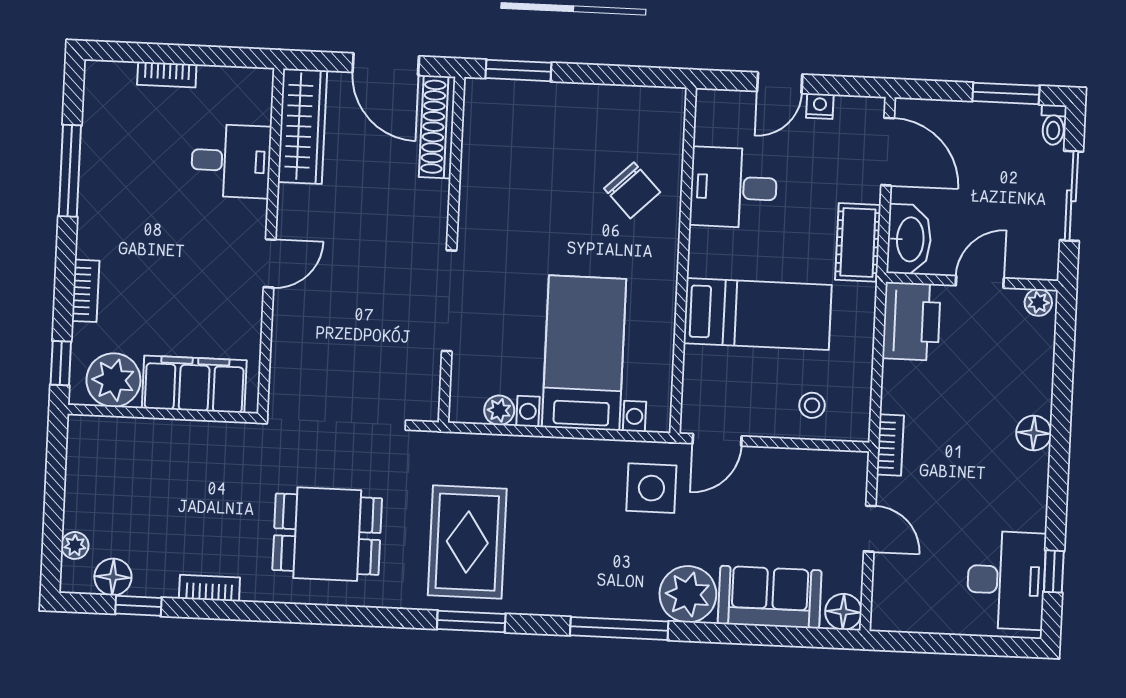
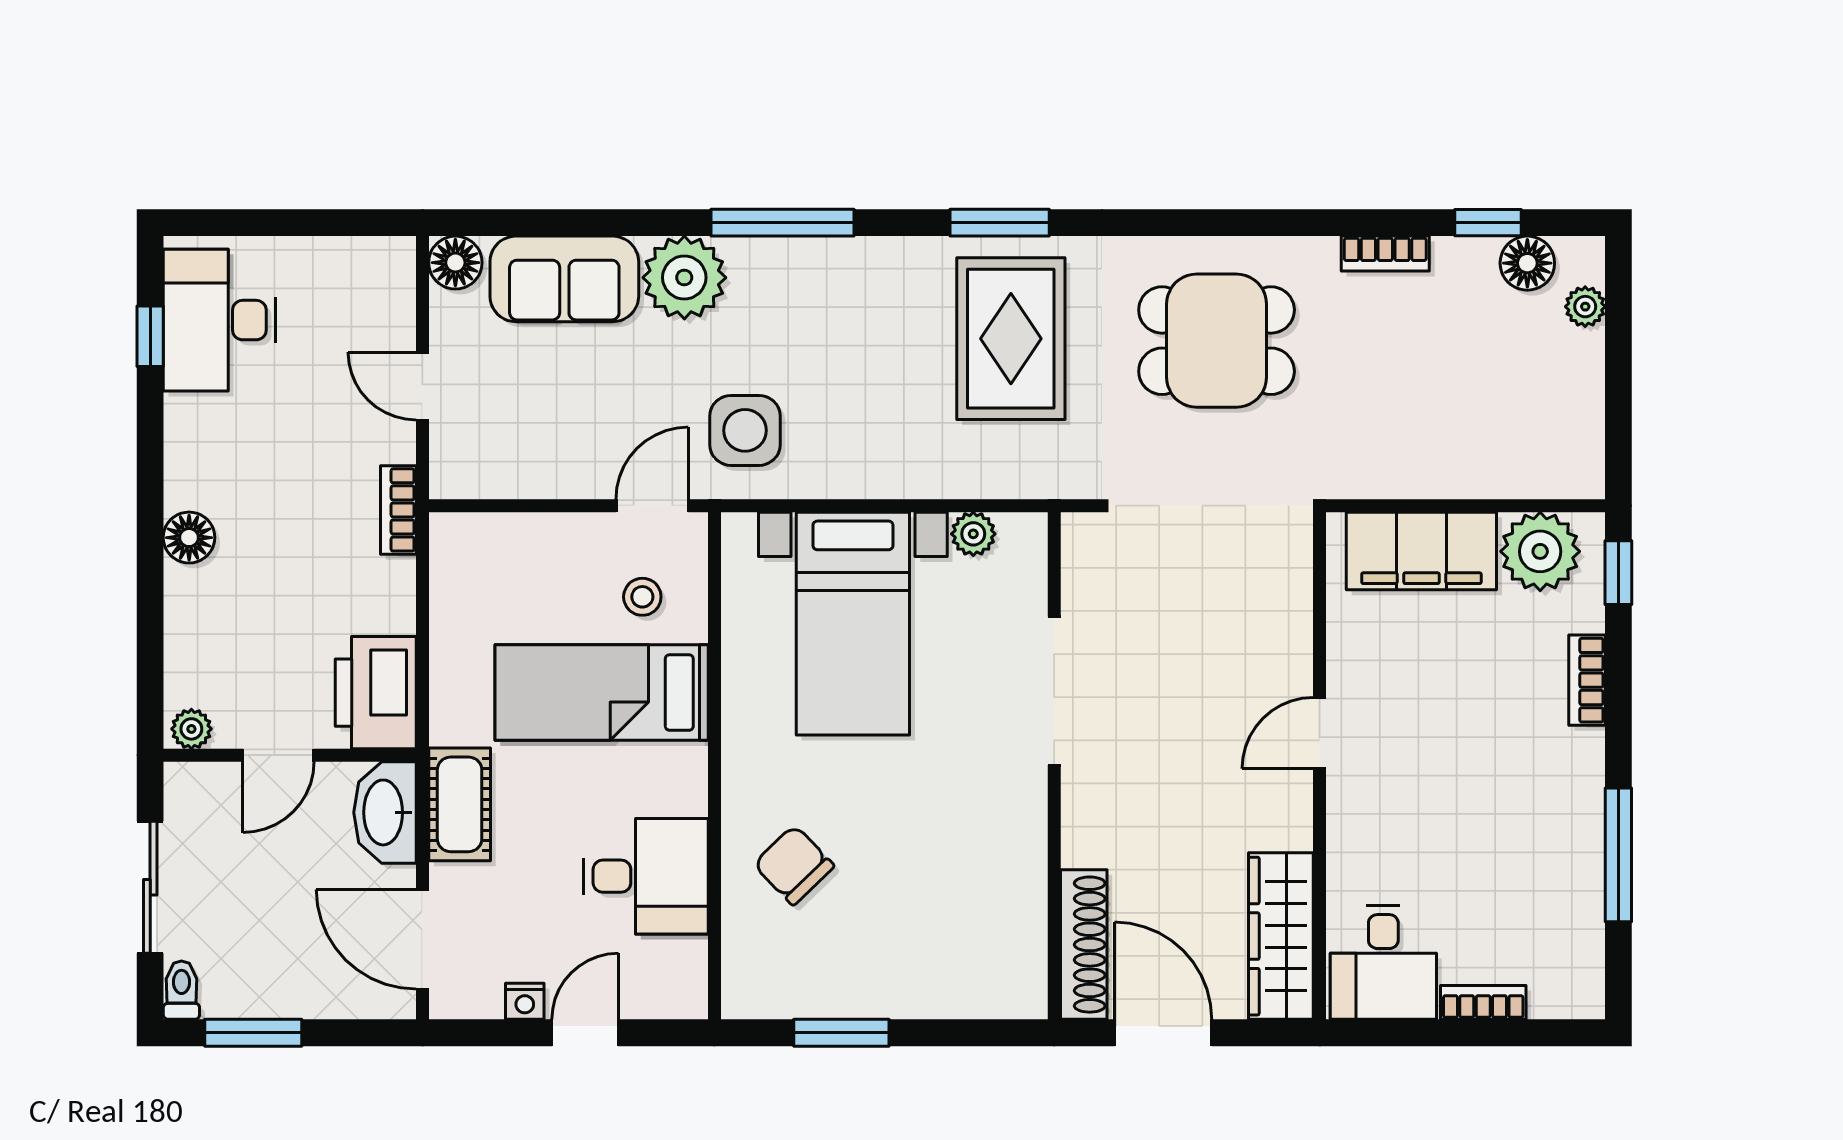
window: (518, 70) -> (841, 1033), moved
desk: (231, 161) -> (1383, 962), moved, turned -90
stool: (812, 405) -> (642, 597), moved

